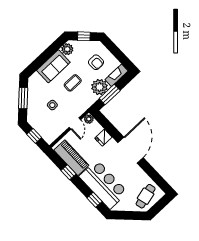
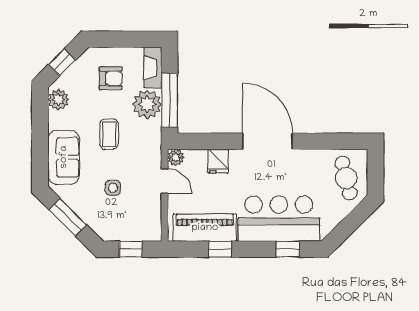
sofa: (53, 66) -> (64, 157), moved
window: (110, 95) -> (170, 100), width x1.44

